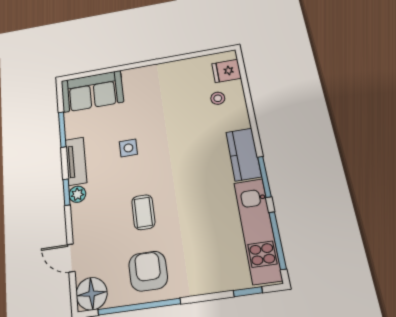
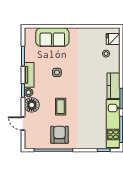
sofa: (92, 91) -> (52, 37), moved
floor lamp: (92, 294) -> (32, 105), moved

